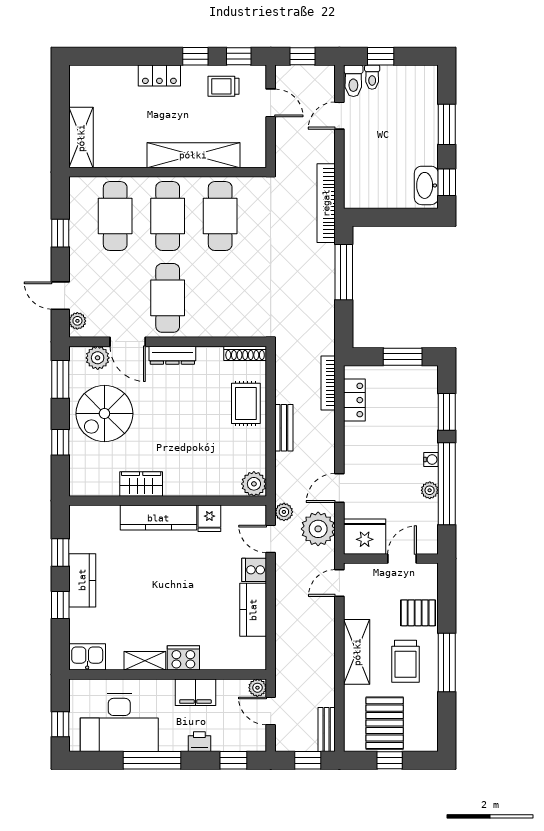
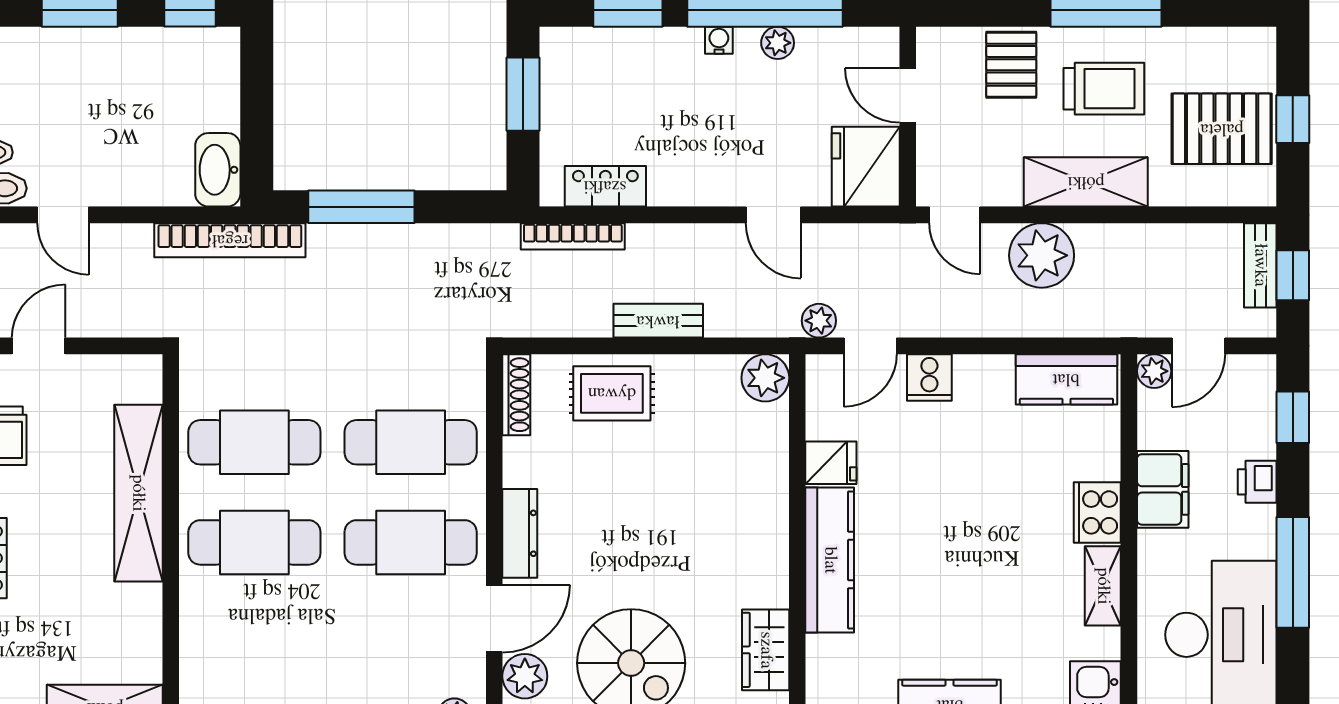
washbasin: (426, 185) -> (218, 170), moved, turned 90
cafe table: (115, 216) -> (411, 442), moved
wardrobe: (141, 484) -> (766, 650), moved
plant: (318, 529) -> (1042, 255), moved
kitchen counter: (253, 610) -> (1066, 379), moved
bench: (327, 730) -> (1260, 265), moved, turned 90

